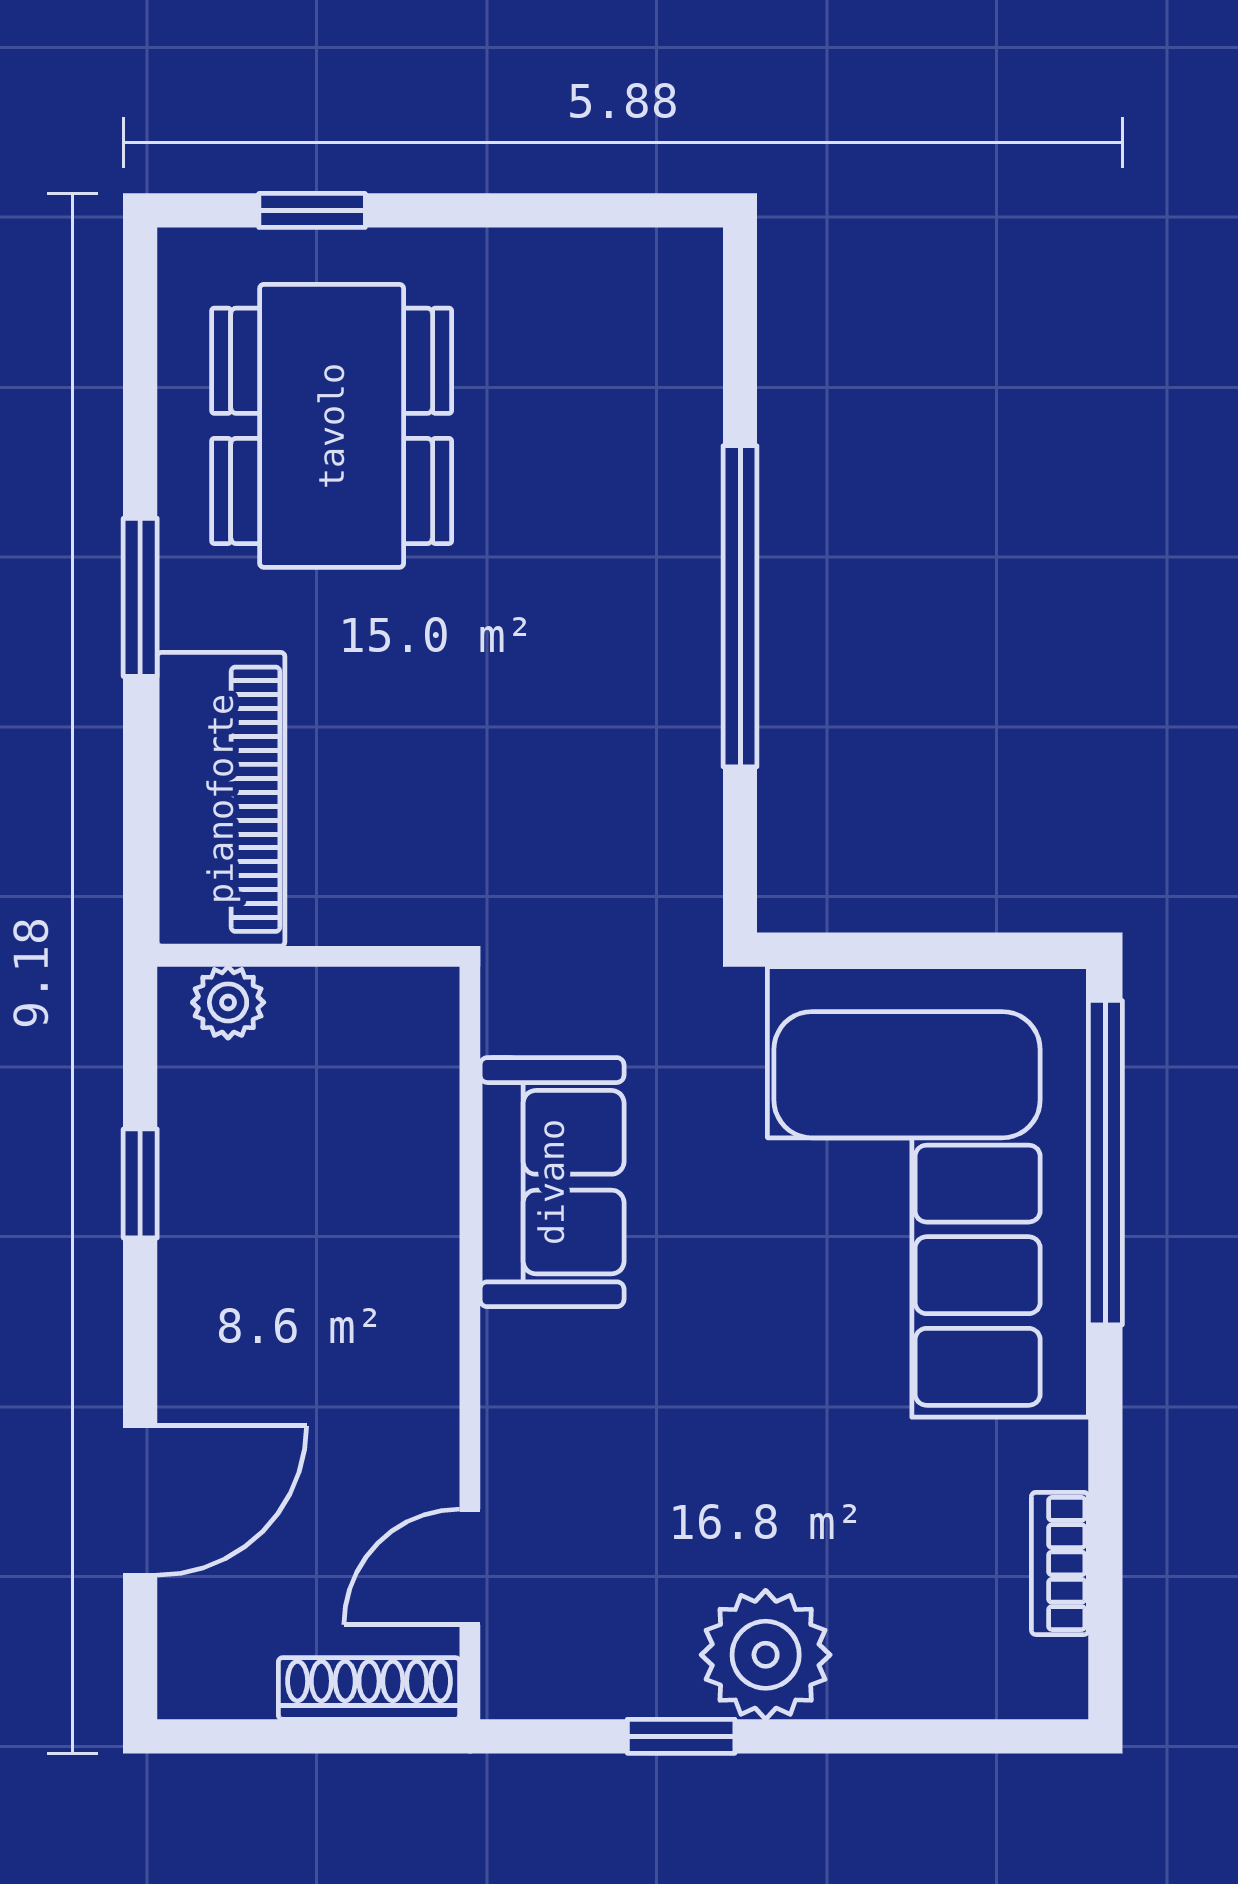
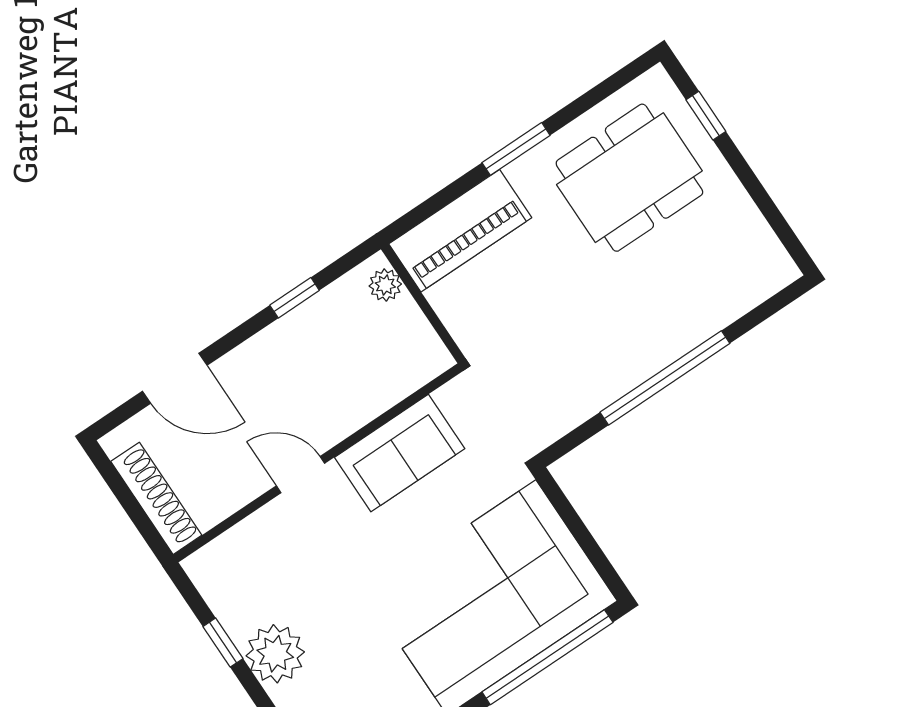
door: (470, 1567) -> (300, 475), moved
shoe rack: (369, 1688) -> (156, 498), width x1.36, depth x1.24

